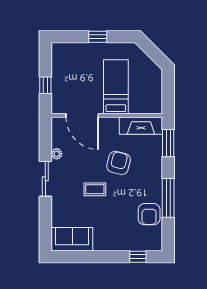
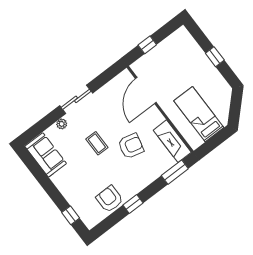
bed: (116, 87) -> (199, 114), moved, turned -90
plant: (57, 154) -> (62, 124), moved
window: (168, 198) -> (133, 204), width x0.46
armchair: (149, 214) -> (110, 199), turned 90

